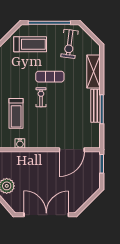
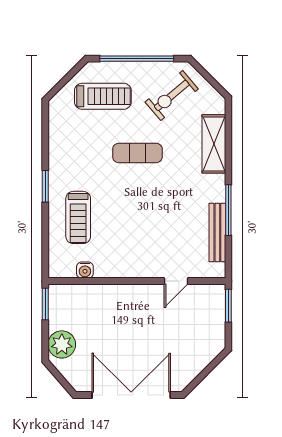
exercise bike: (69, 44) -> (172, 95), turned 43
exercise bike: (41, 97) -> (122, 189), removed
bench: (95, 106) -> (217, 233), moved
door: (72, 150) -> (176, 281), width x0.53

